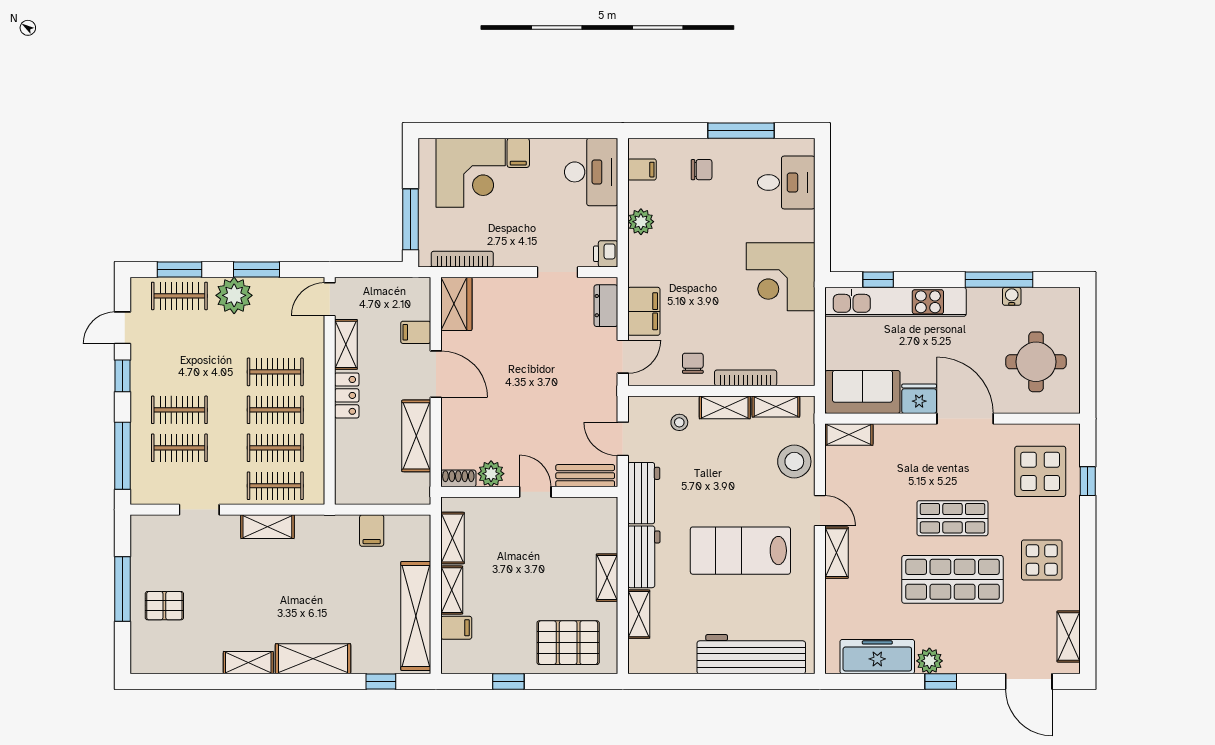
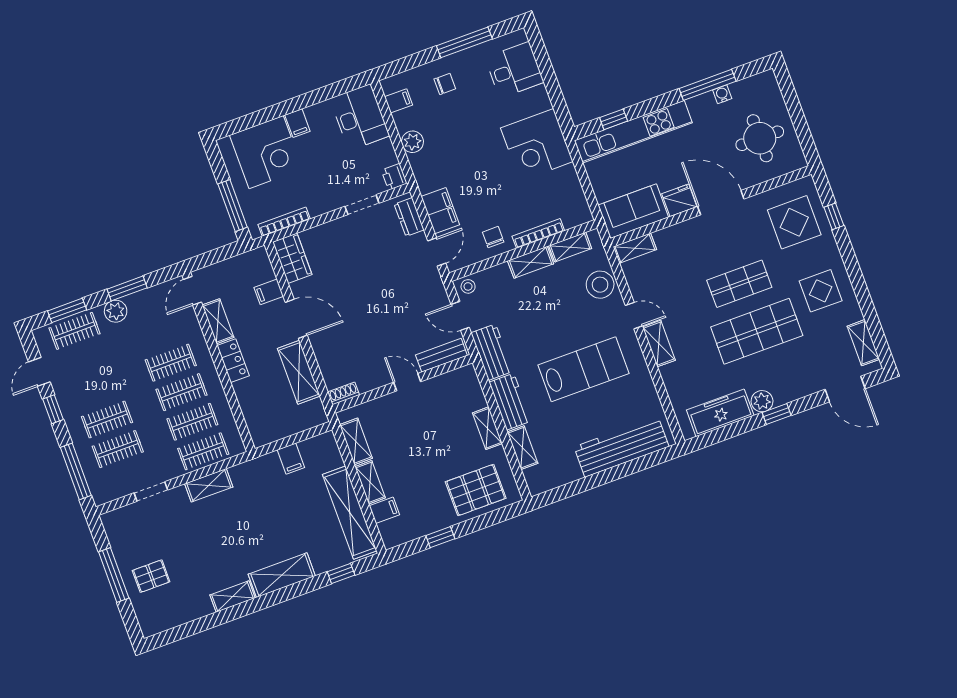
plant: (234, 295) -> (116, 311), width x0.73, depth x0.73
stool: (679, 422) -> (468, 286), moved
plant: (491, 474) -> (368, 380), removed
lab bench: (740, 551) -> (583, 369), turned 180

